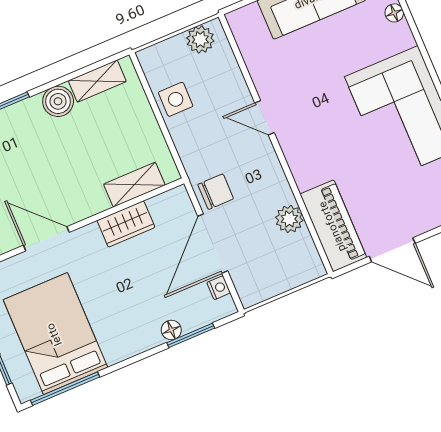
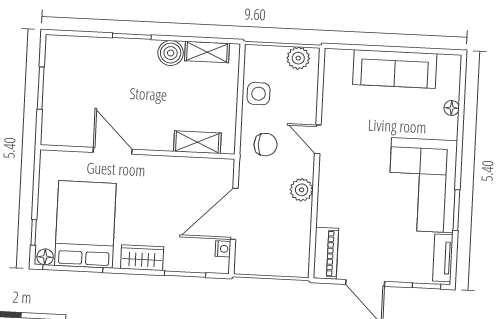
chair: (216, 192) -> (265, 145), moved
plant: (289, 219) -> (302, 190), moved
wardrobe: (126, 224) -> (142, 258), moved, turned 180
piano: (333, 226) -> (326, 253), width x0.73, depth x0.75
floor lamp: (171, 330) -> (45, 257), moved

